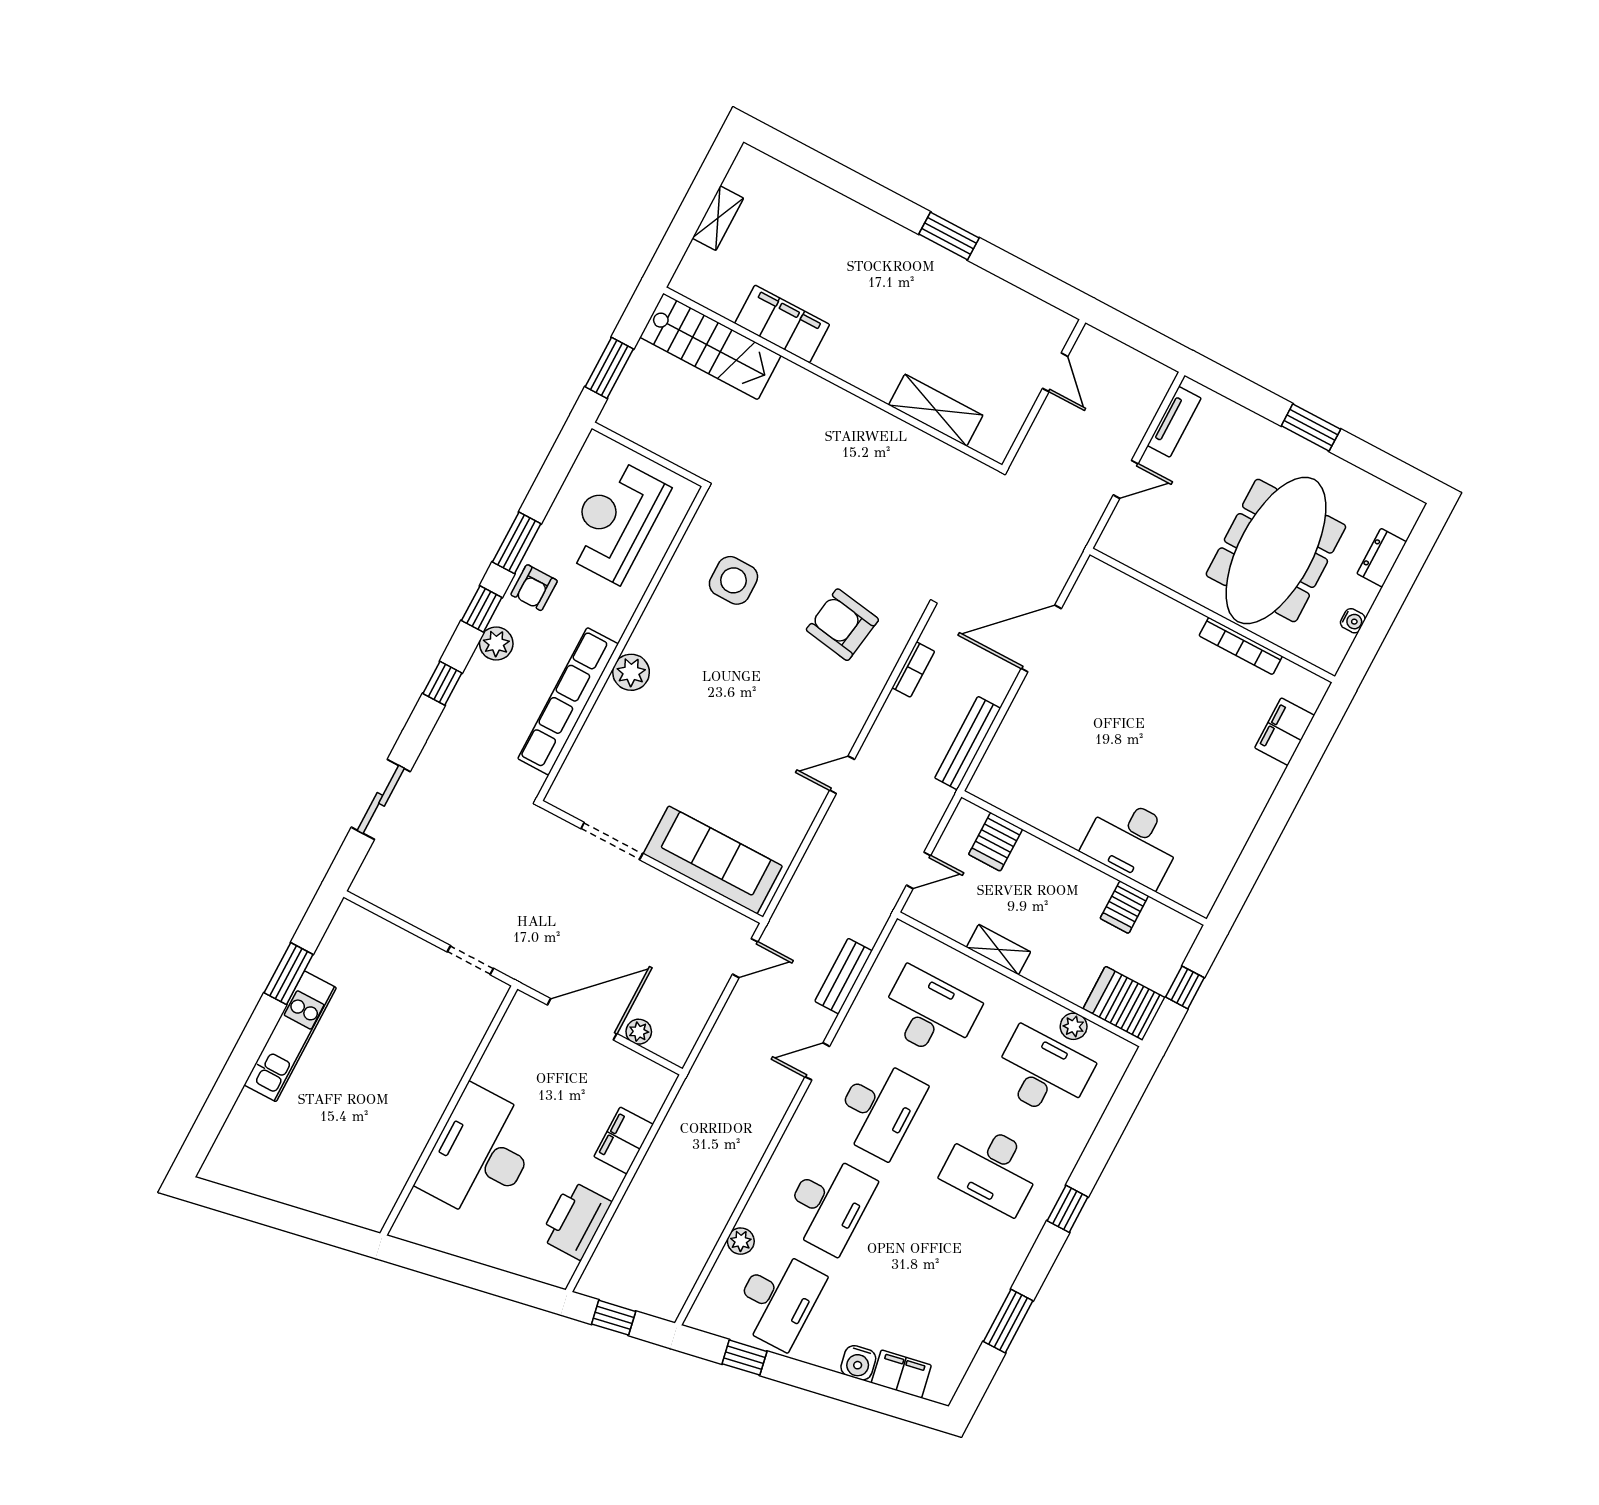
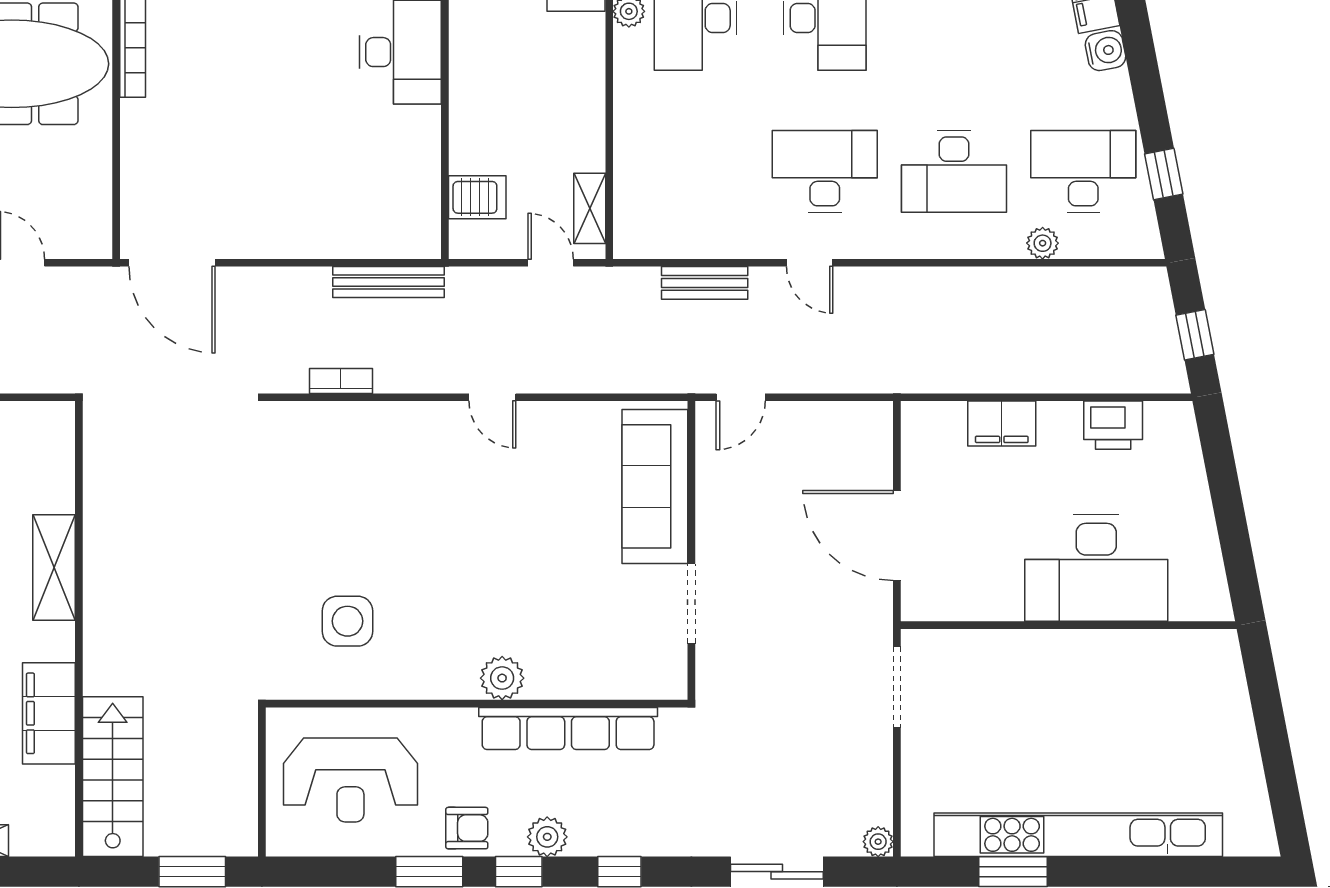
shelving: (936, 410) -> (54, 568), moved
armchair: (842, 625) -> (333, 481), removed
door: (1041, 638) -> (172, 263), moved
server rack: (1124, 907) -> (474, 24), removed
shelving: (999, 950) -> (590, 208), moved
door: (745, 958) -> (741, 397), swing flipped
doorway: (470, 960) -> (897, 687), width x1.38
desk: (929, 1013) -> (696, 171), removed
plant: (639, 1032) -> (878, 842), moved
kitchen unit: (290, 1036) -> (1078, 835), width x1.86
desk: (828, 1204) -> (954, 171), turned 180
printer: (575, 1220) -> (1113, 425), width x0.73, depth x0.84

